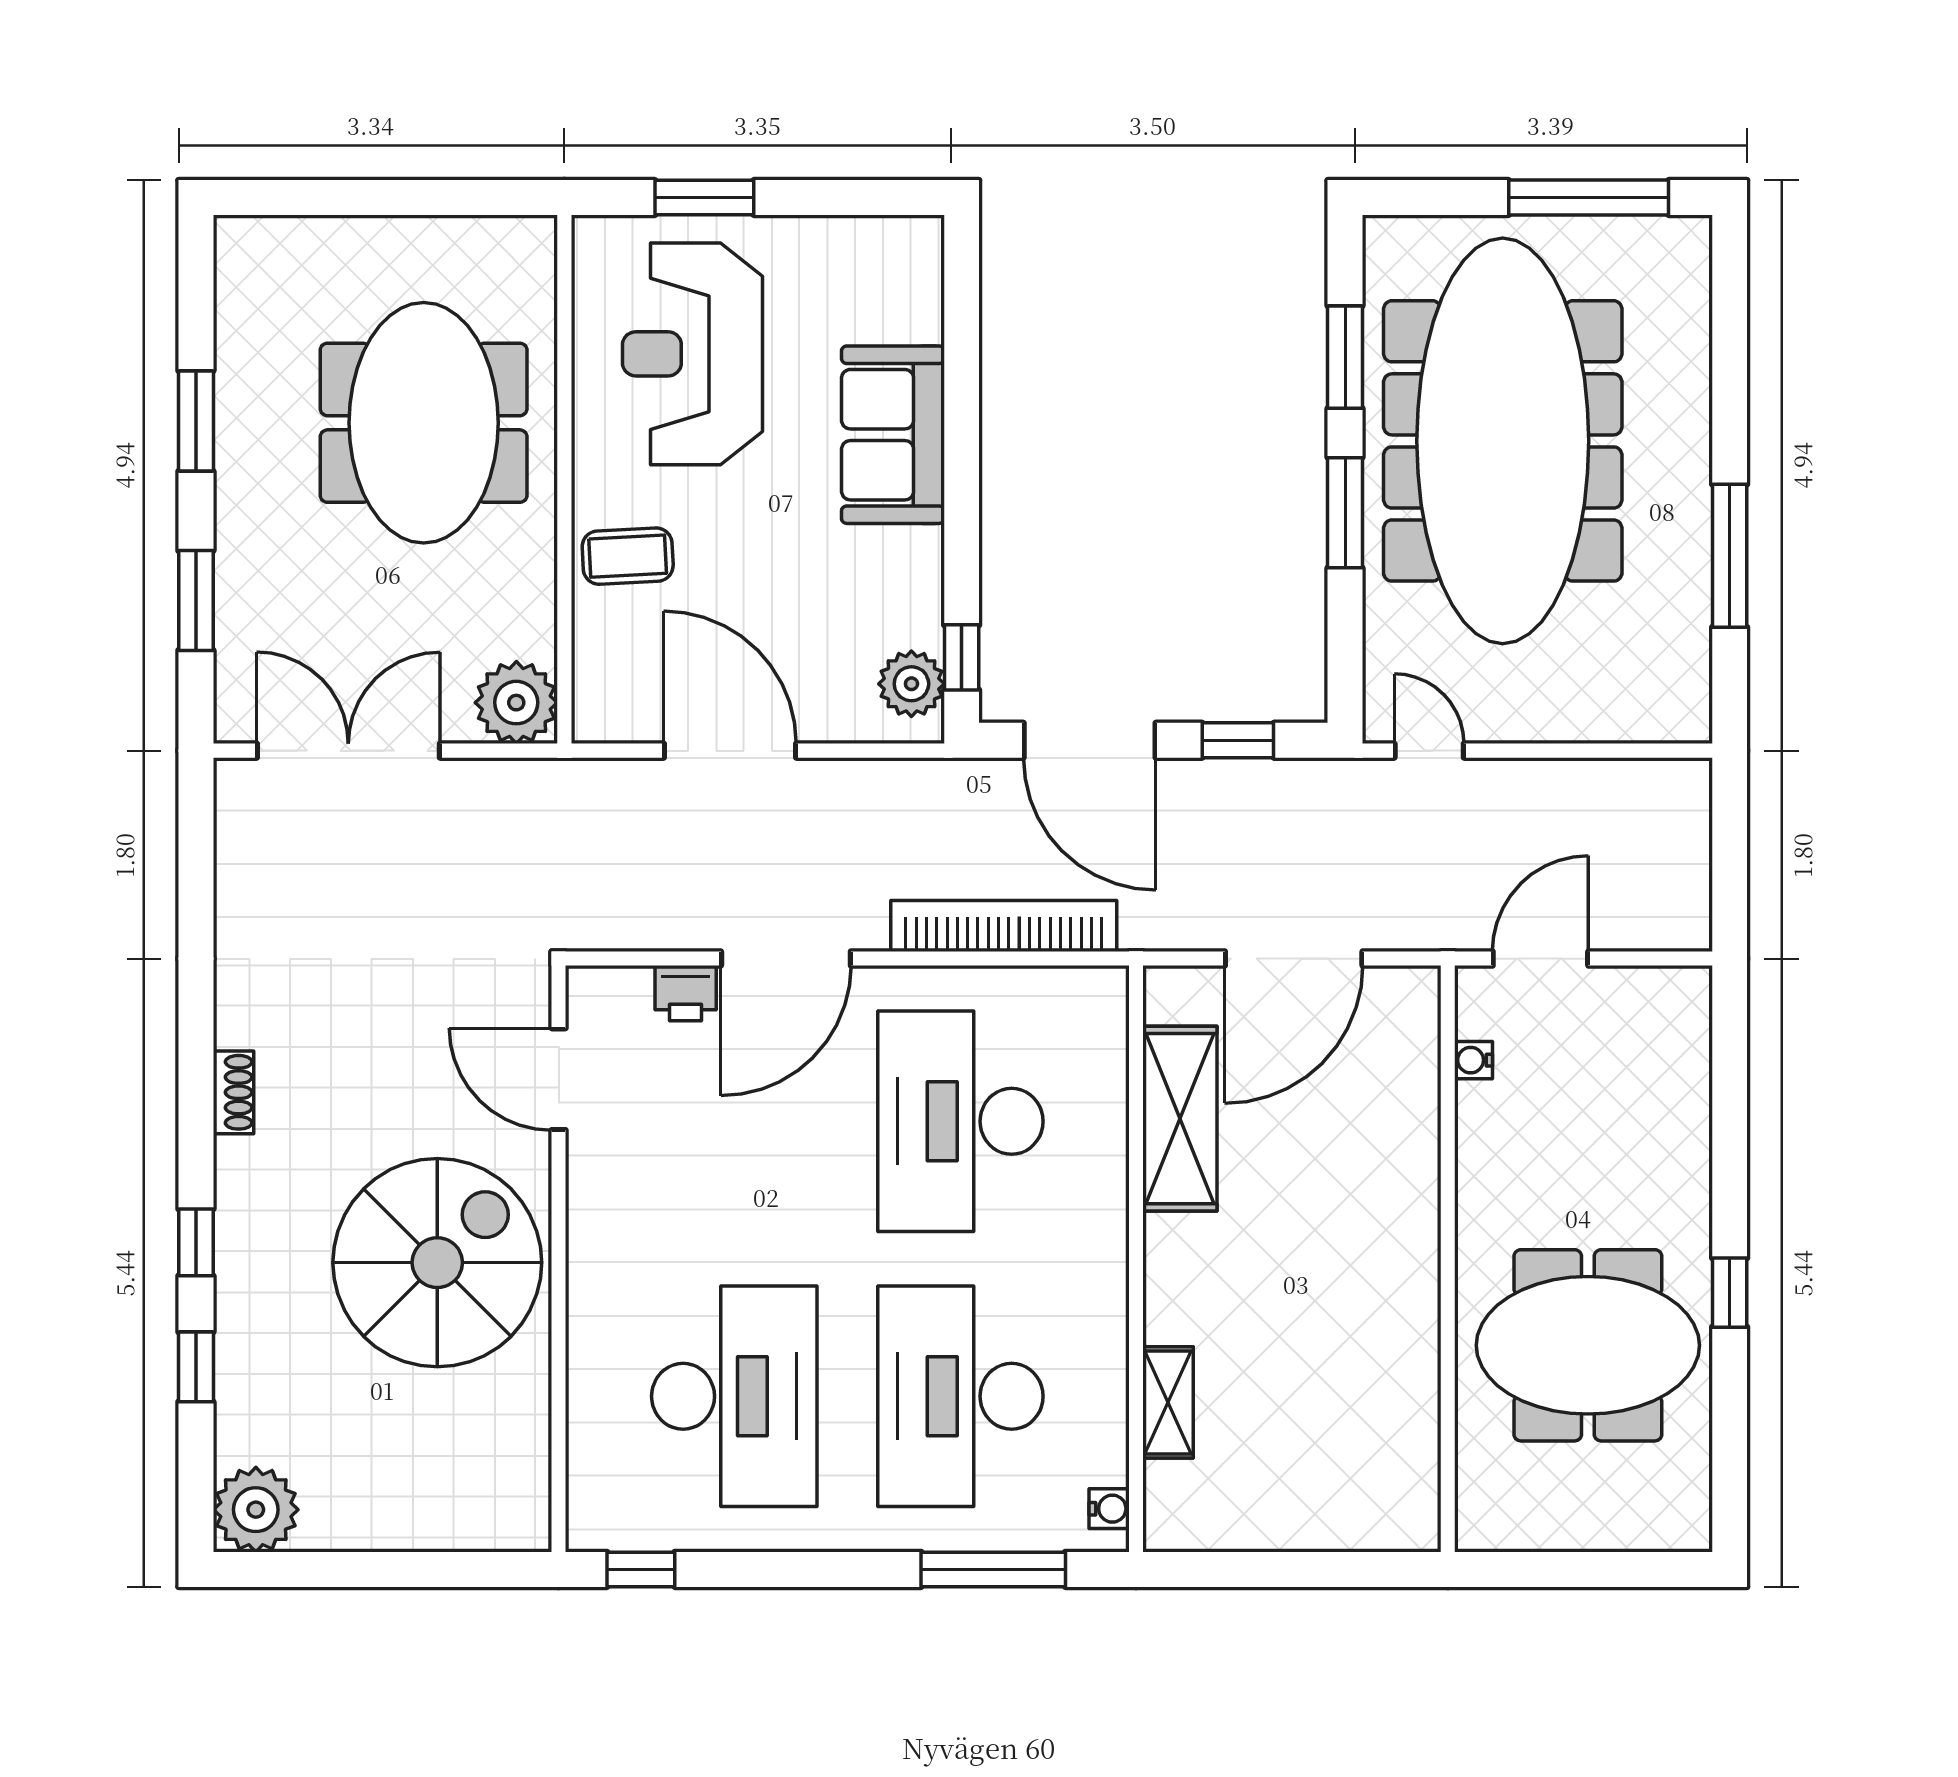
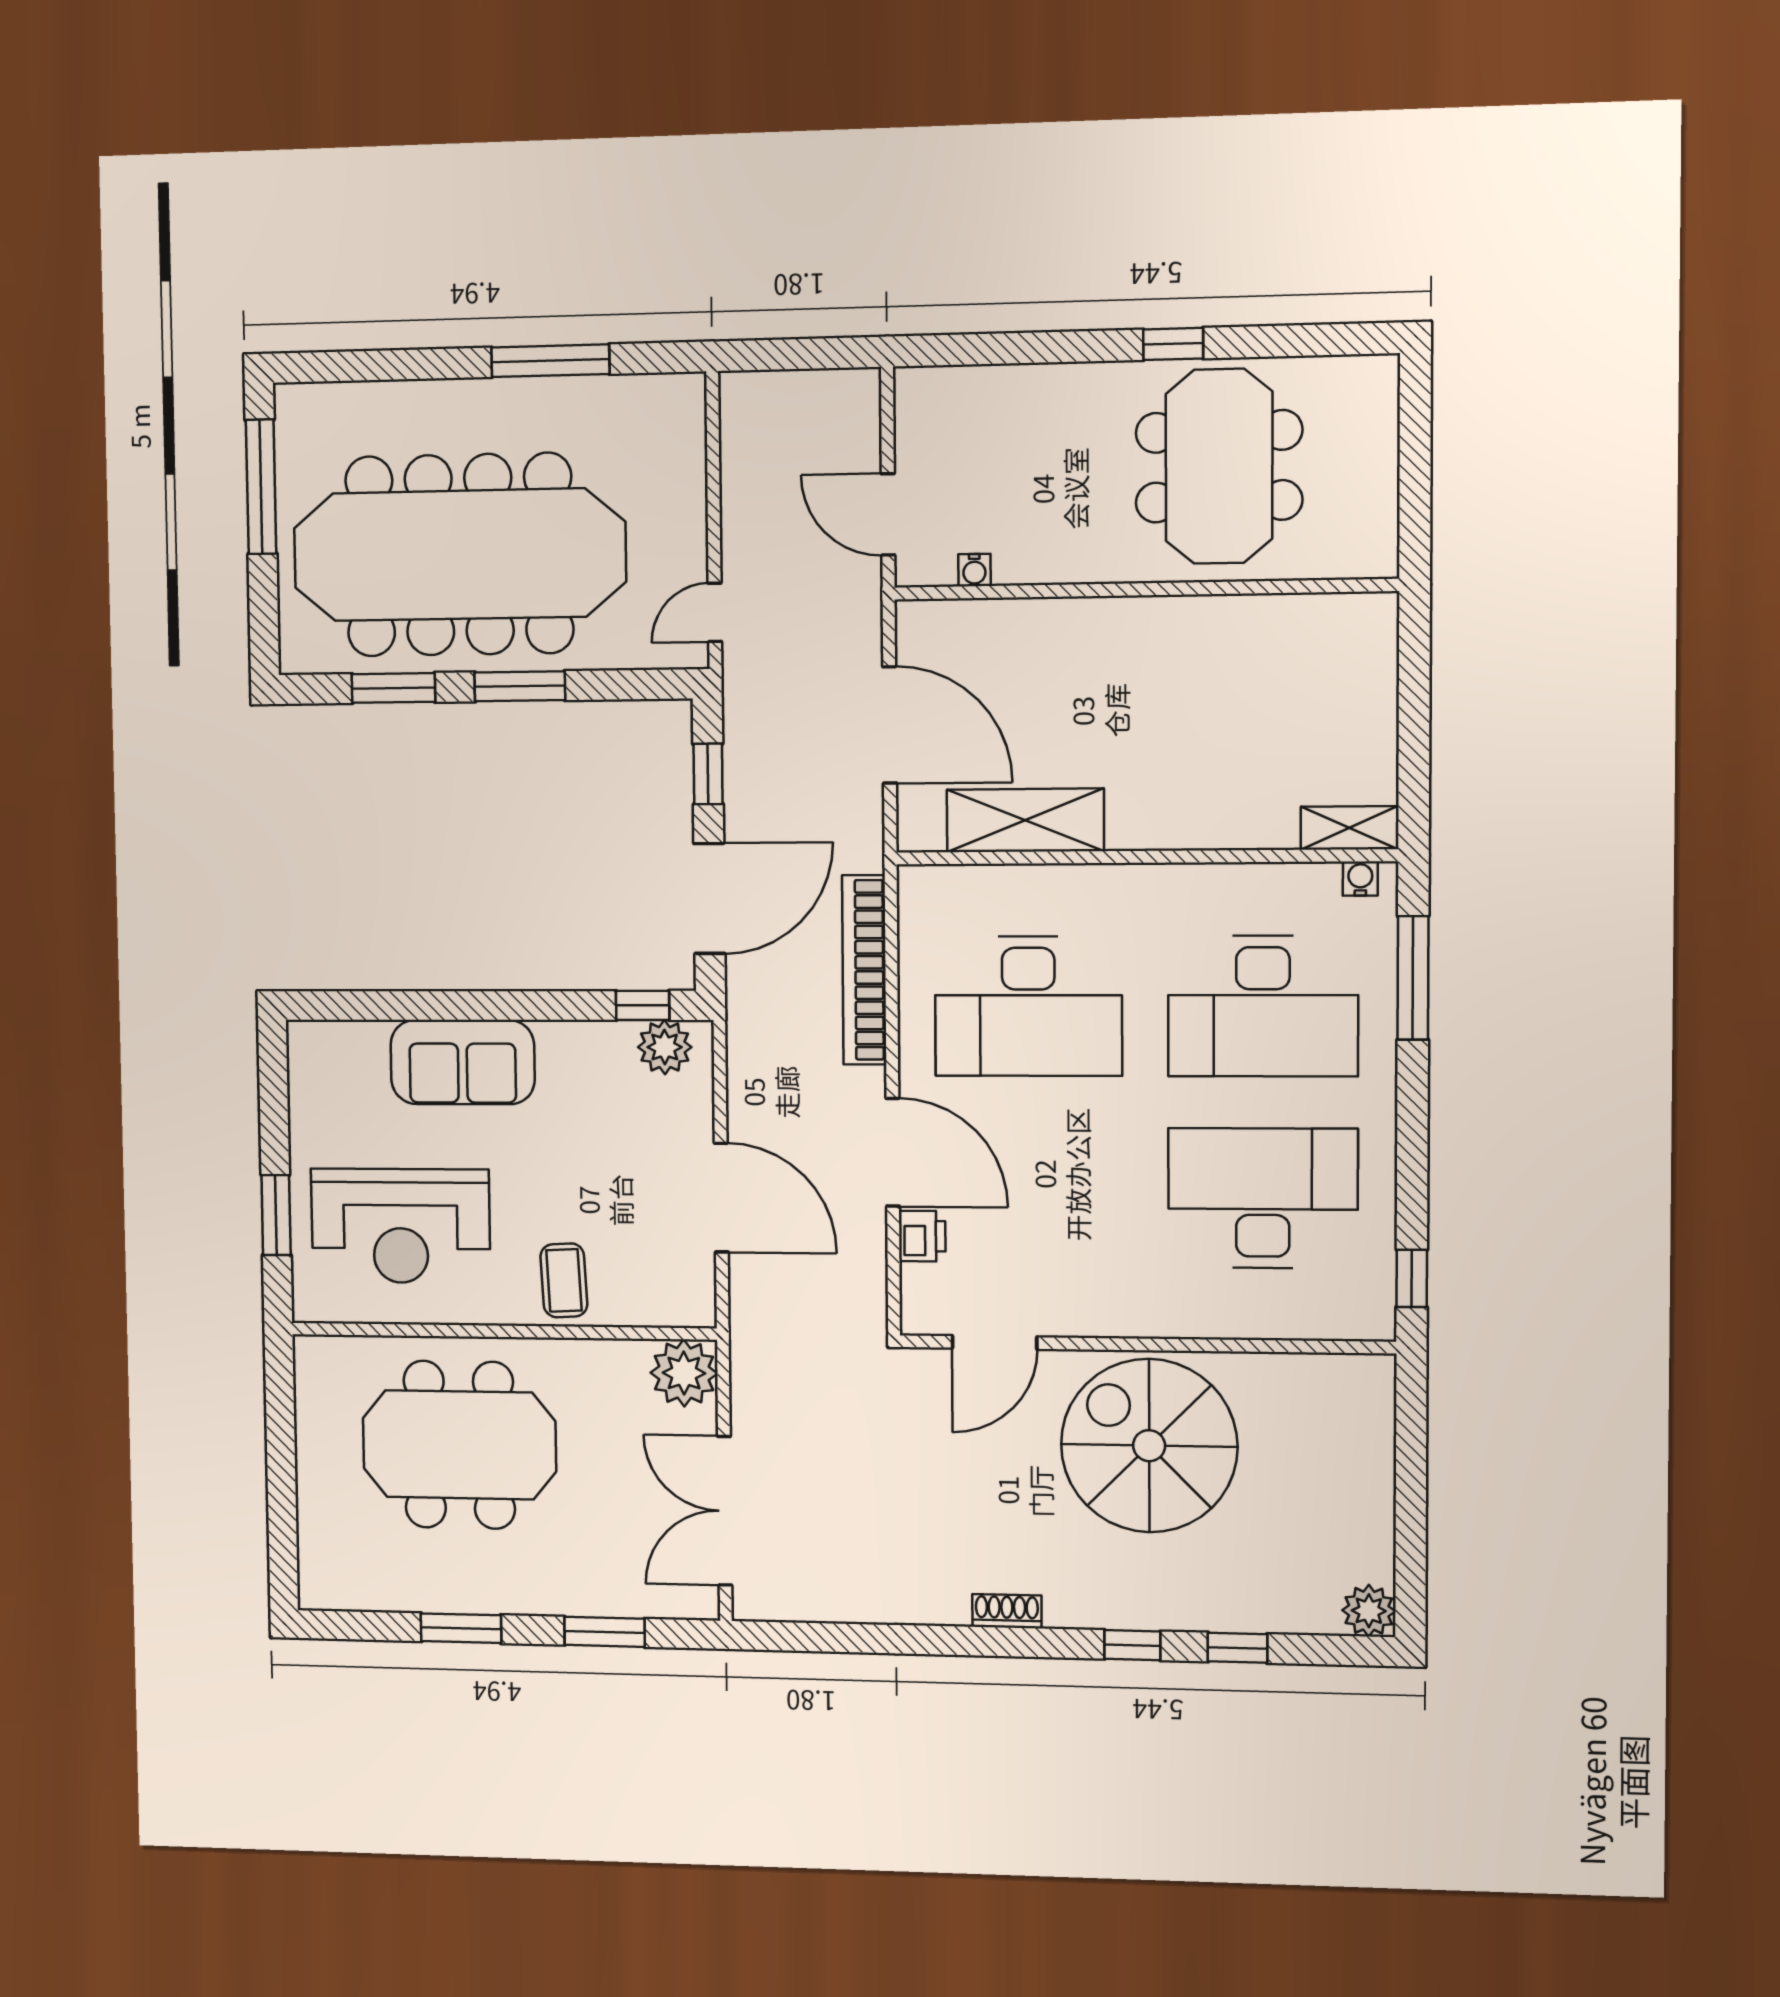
door: (730, 751) -> (721, 1198), swing flipped
shelving: (1168, 1402) -> (1349, 828), moved
plant: (256, 1510) -> (1369, 1611), width x0.73, depth x0.73

